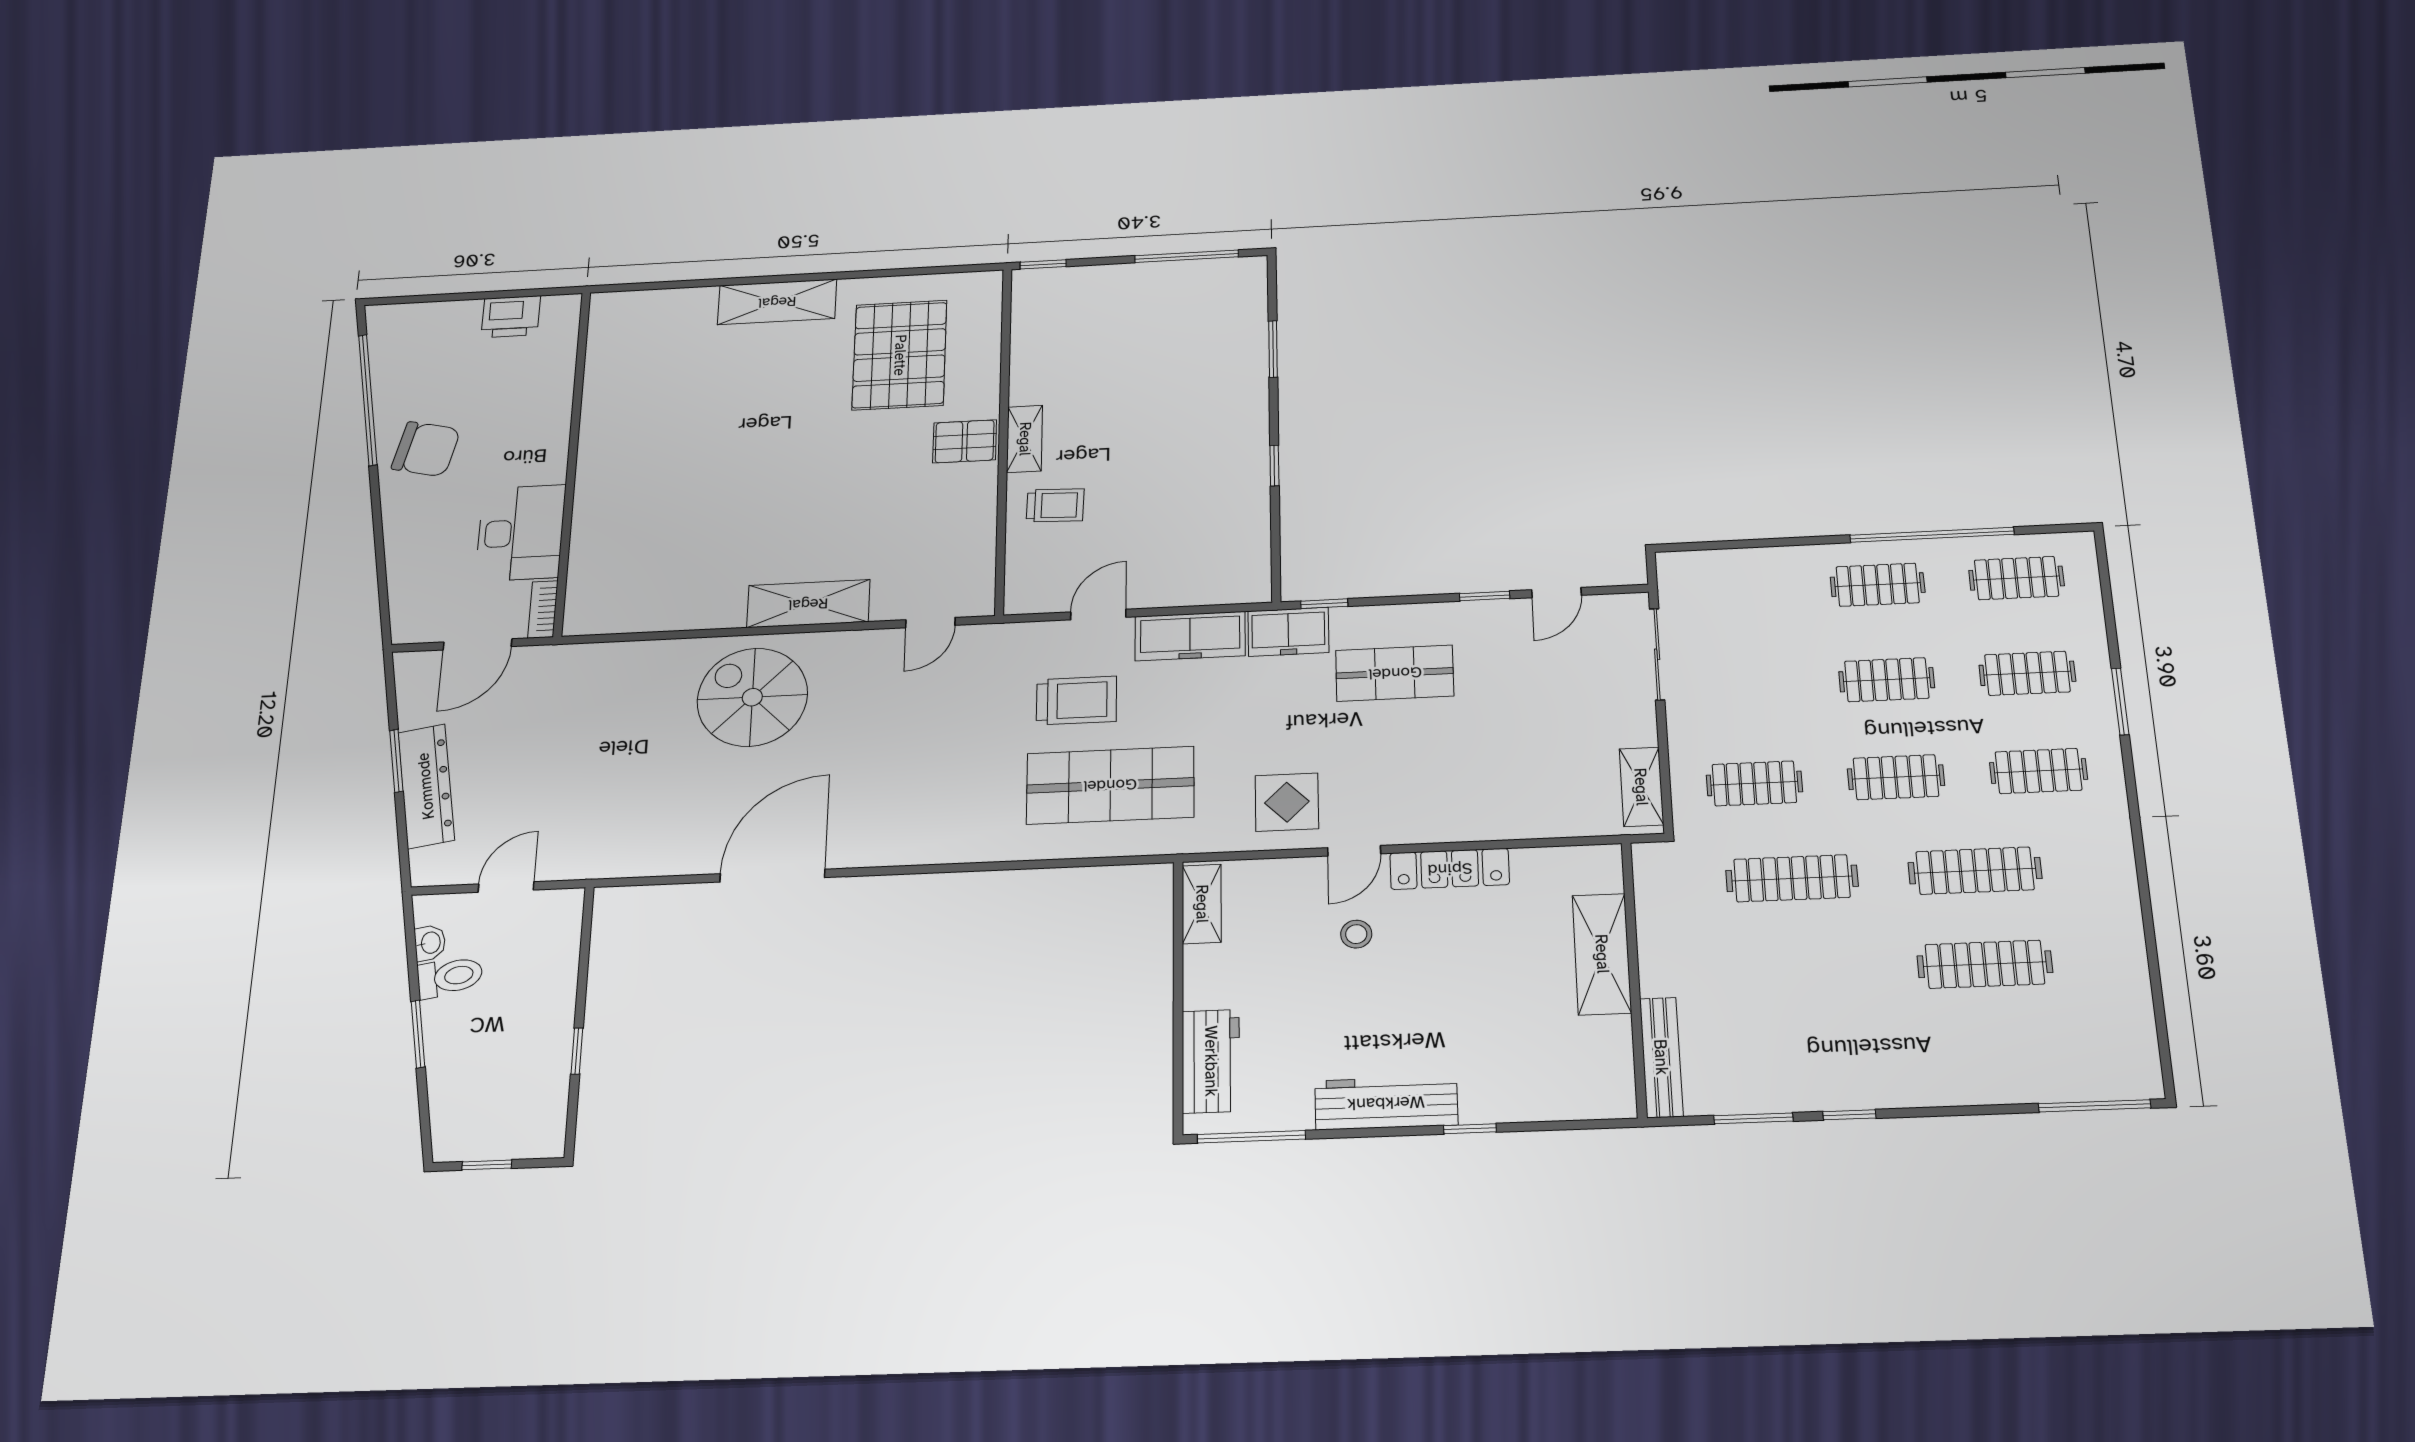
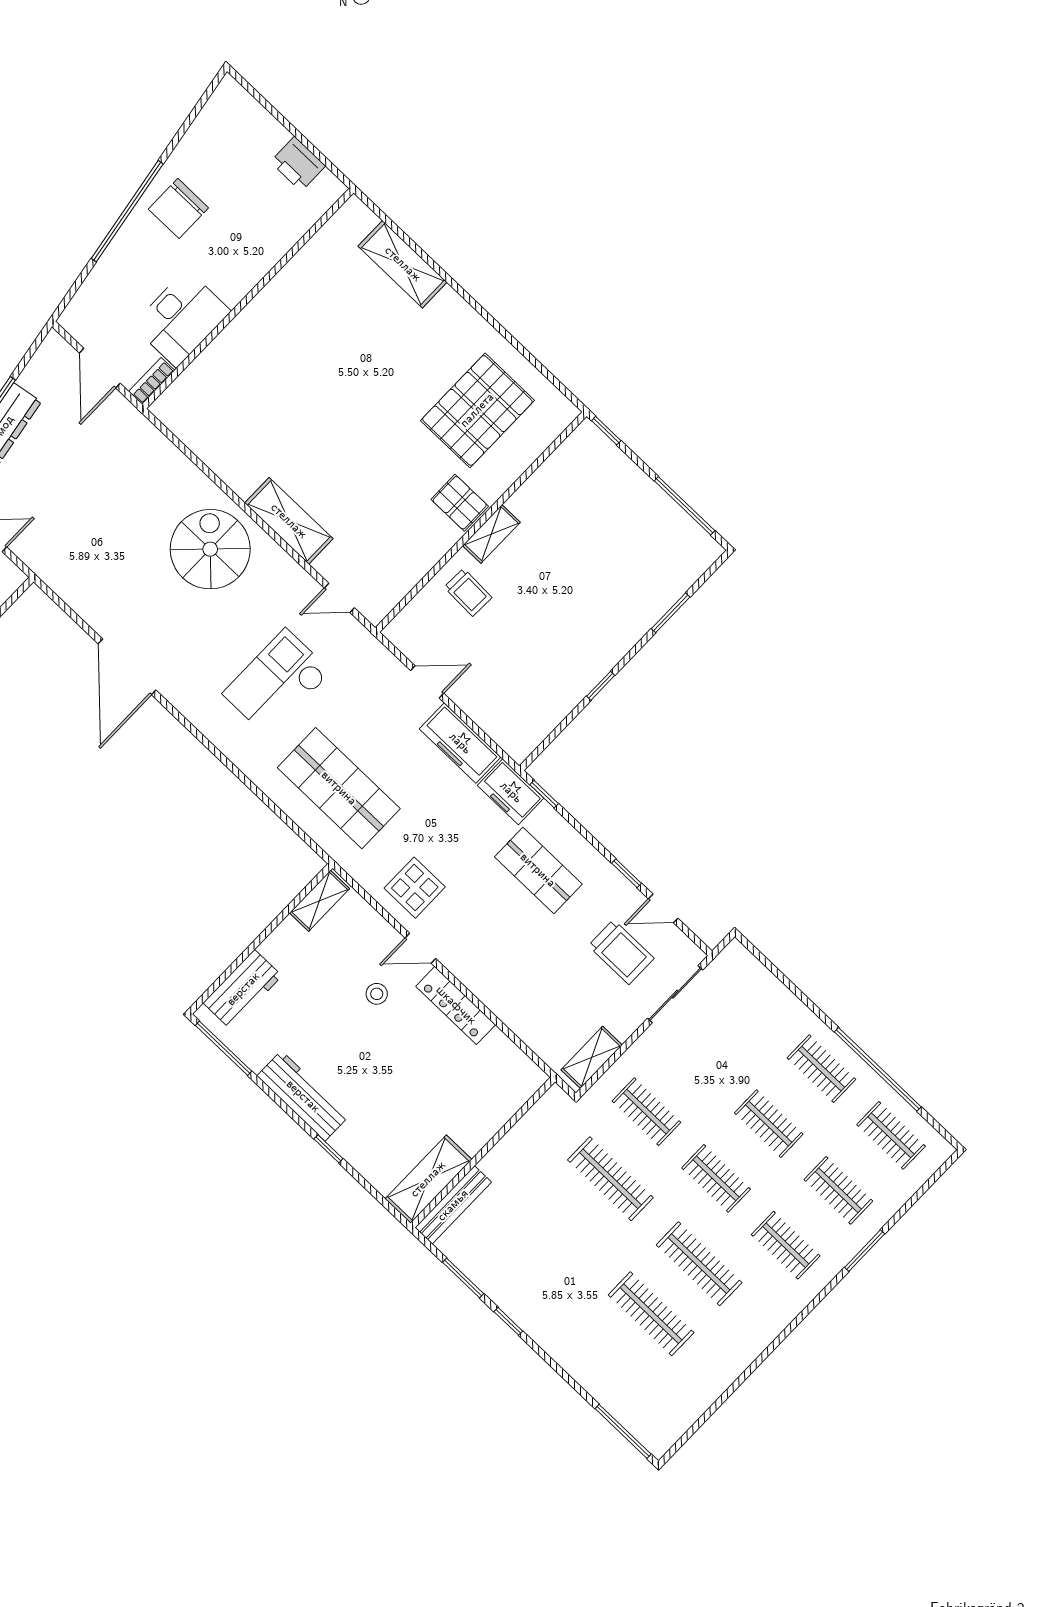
shelving: (777, 302) -> (403, 264), moved
window: (368, 400) -> (127, 211), moved
chair: (426, 449) -> (178, 208), turned 77
door: (477, 644) -> (100, 368), hinge flipped
trolley: (1076, 700) -> (621, 952), moved
checkout: (945, 751) -> (277, 683), added
door: (772, 876) -> (127, 667), swing flipped
shelving: (1602, 954) -> (428, 1179), moved

